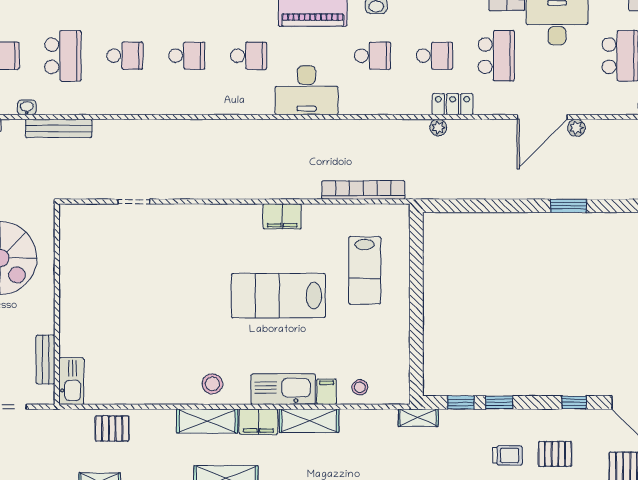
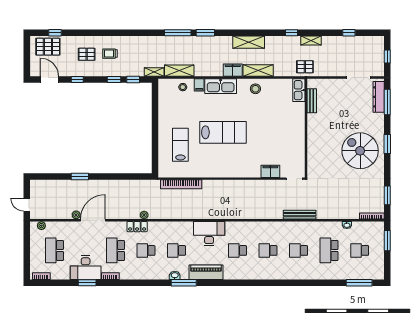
bench: (59, 128) -> (300, 215), moved
filing cabinet: (282, 216) -> (270, 171), moved
wall: (57, 304) -> (306, 128), moved
bench: (45, 359) -> (312, 101), moved
kitchen sink: (71, 381) -> (299, 90), moved
shelving: (309, 421) -> (179, 71), moved

